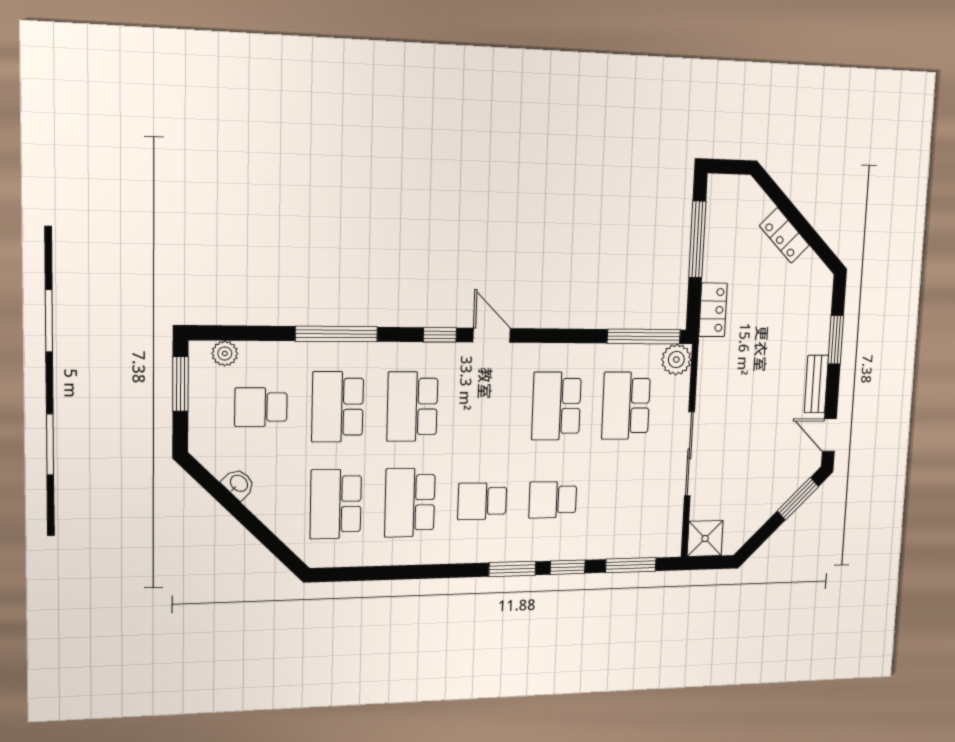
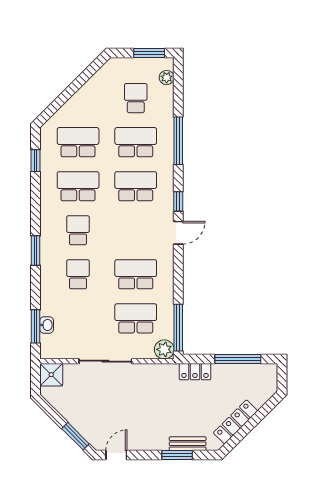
locker: (784, 235) -> (236, 422), width x1.53
bench: (816, 384) -> (188, 444), moved
washbasin: (239, 484) -> (47, 325), moved, turned -45
window: (568, 567) -> (35, 161), moved

